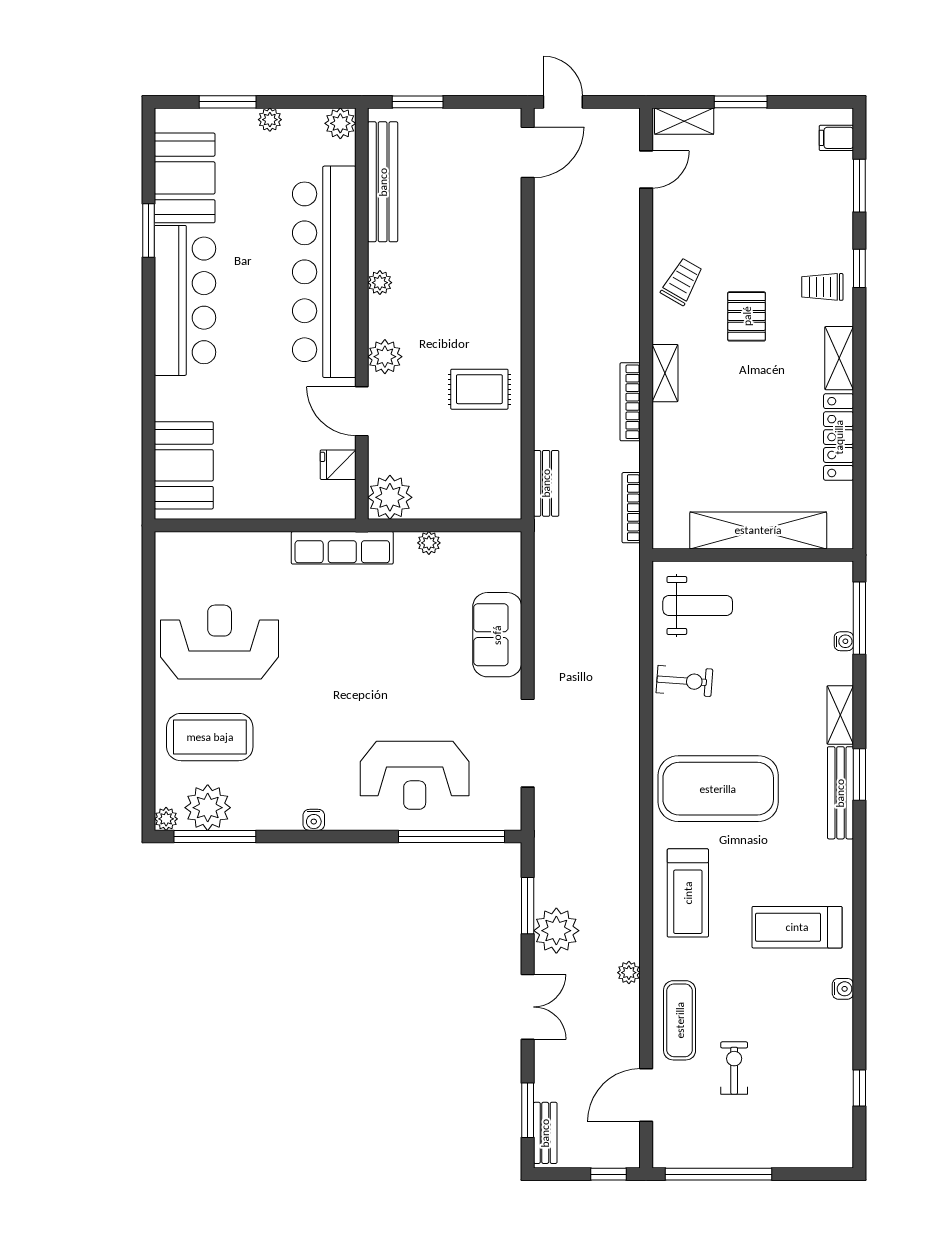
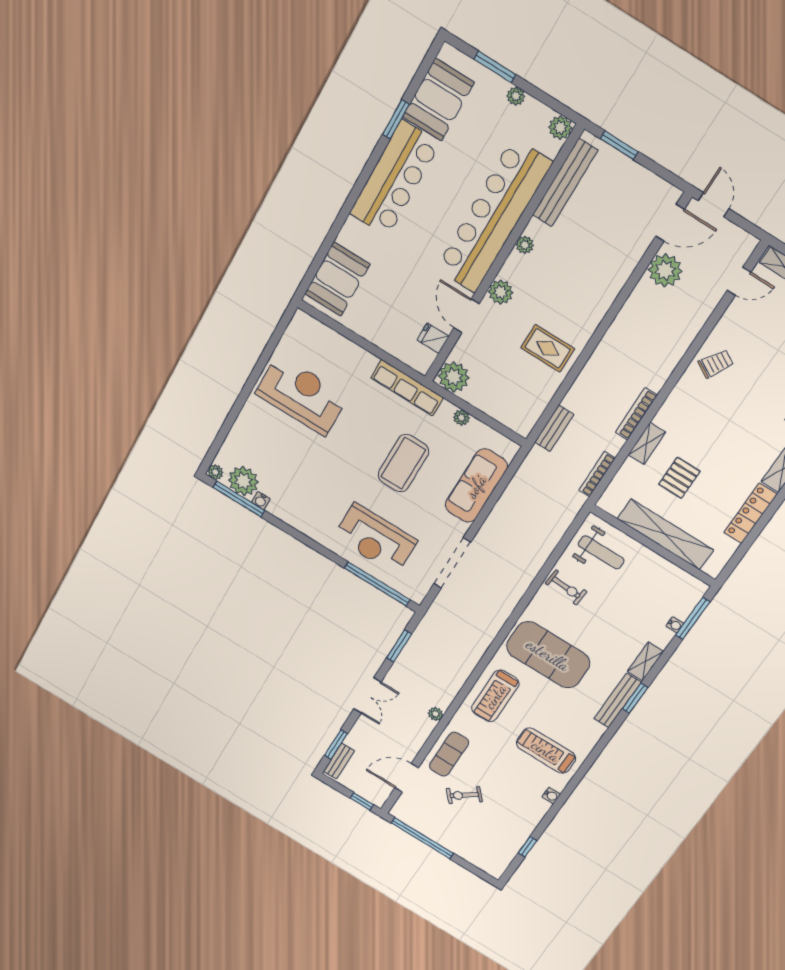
pallet: (747, 316) -> (679, 478), moved
shelving: (665, 373) -> (647, 443), moved
sofa: (497, 635) -> (476, 486), width x1.36
coffee table: (210, 737) -> (403, 463), moved, turned 90
water cooler: (314, 820) -> (261, 501), moved
plant: (556, 931) -> (665, 270), moved
exercise bike: (734, 1068) -> (464, 795), turned -130

